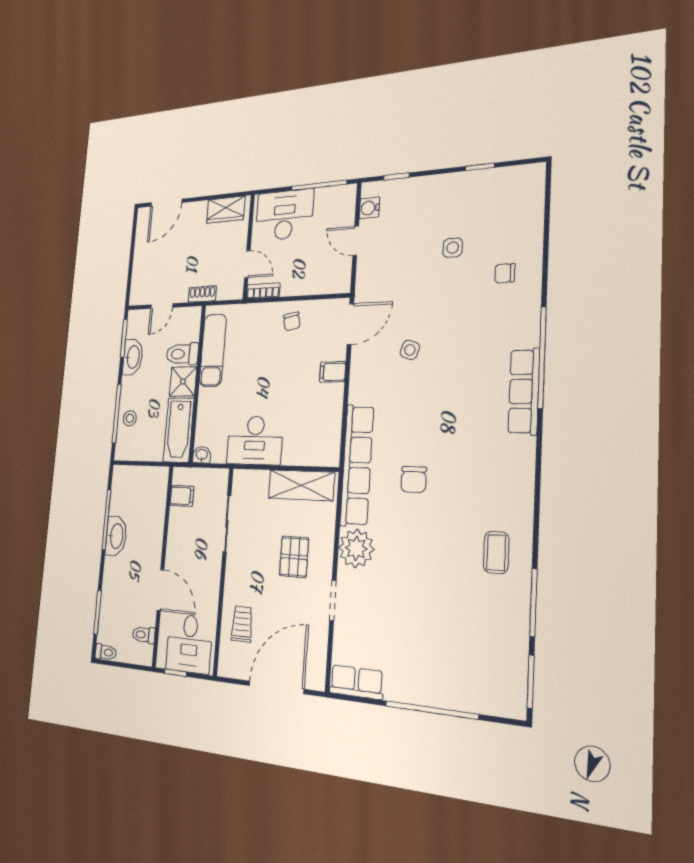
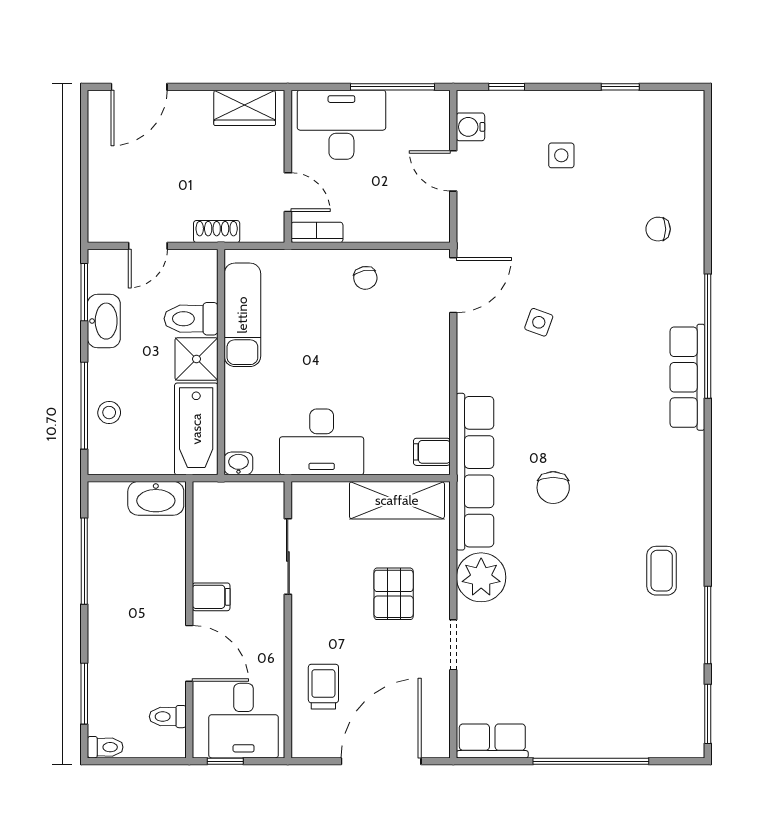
side table: (453, 248) -> (561, 155), moved
filing cabinet: (333, 372) -> (432, 452), moved
filing cabinet: (182, 496) -> (211, 597), moved
washbasin: (116, 536) -> (156, 498), moved, turned 90

